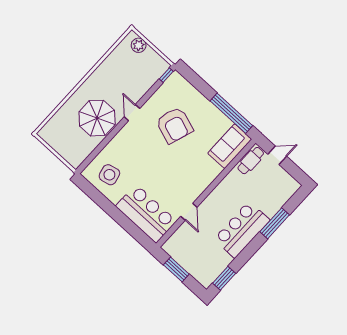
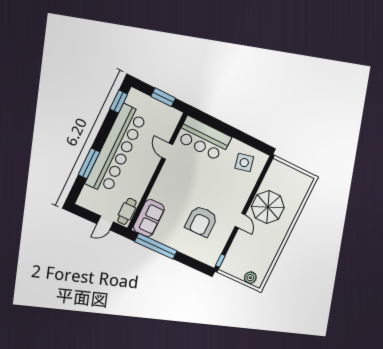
armchair: (174, 125) -> (201, 221), turned -109
bar counter: (242, 230) -> (116, 149), width x1.86

